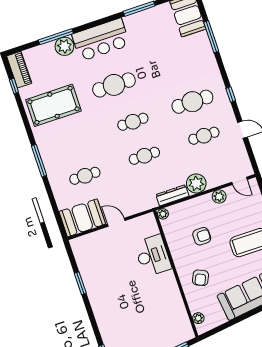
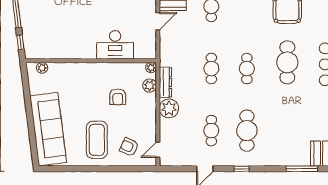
plant: (219, 197) -> (150, 86), moved
armchair: (201, 278) -> (129, 147), moved

